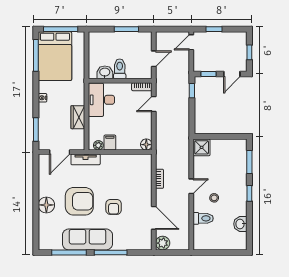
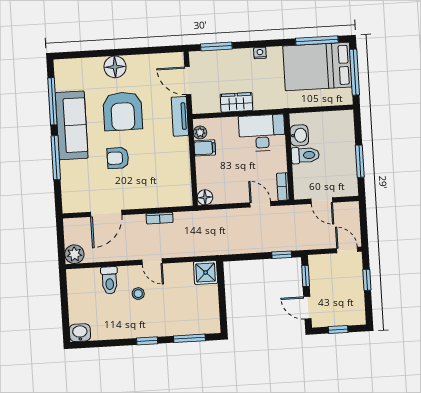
washbasin: (240, 224) -> (80, 333), moved
plant: (163, 243) -> (74, 254), moved

